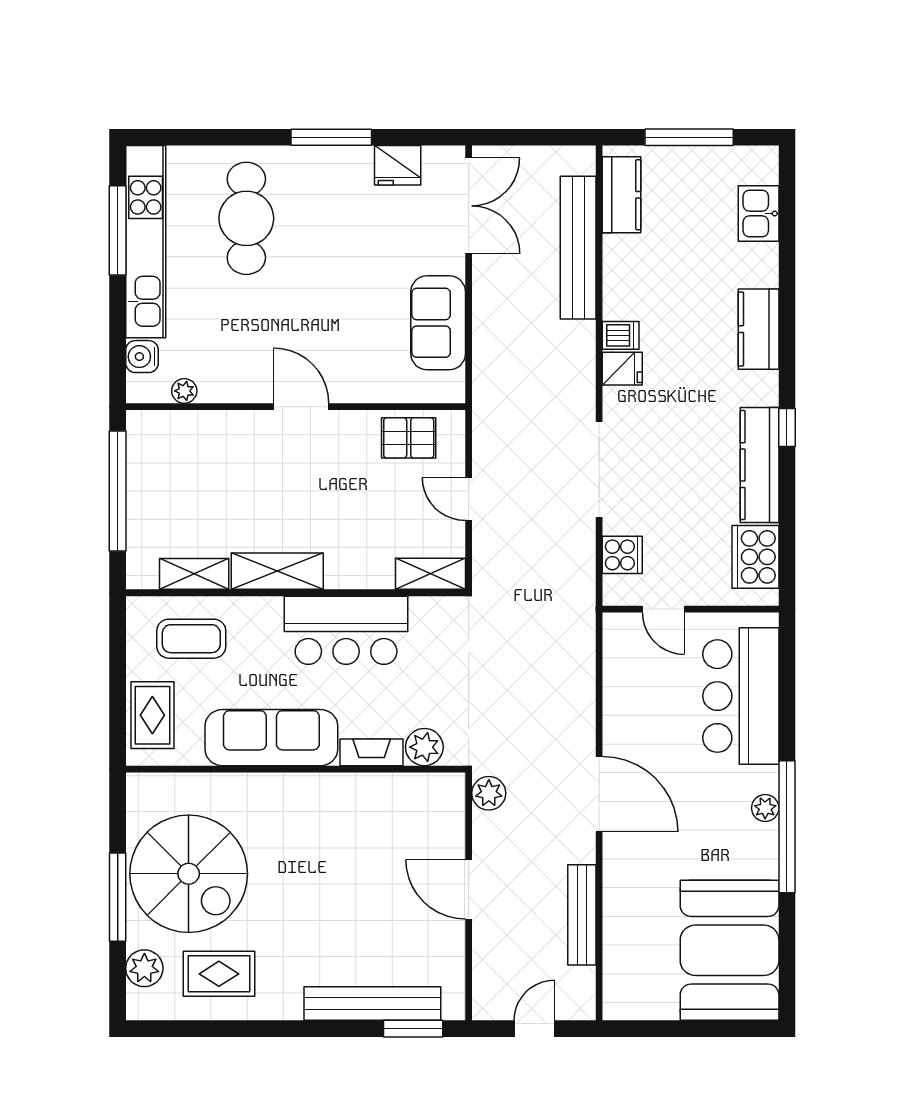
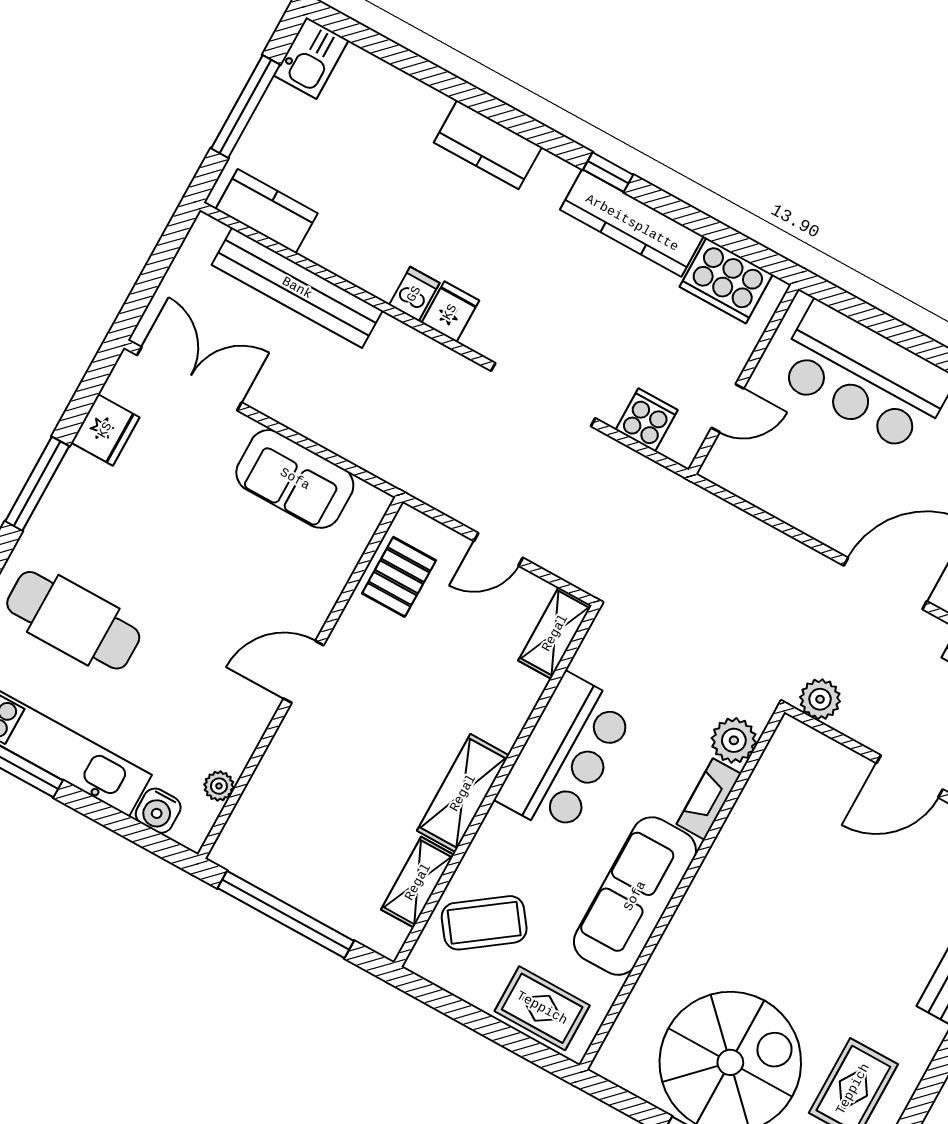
kitchen sink: (759, 213) -> (311, 58), moved, turned -90
coffee table: (191, 639) -> (484, 923), turned 54

